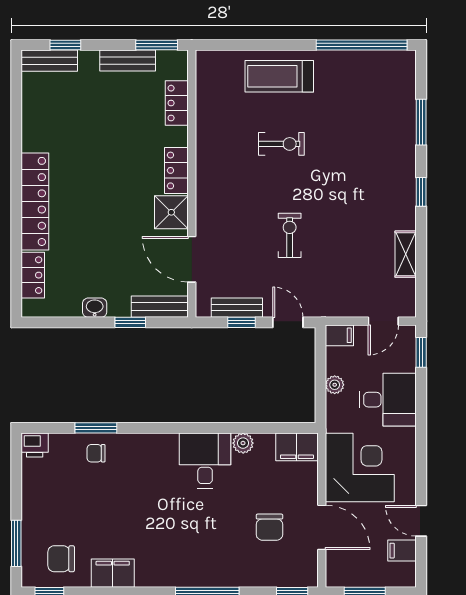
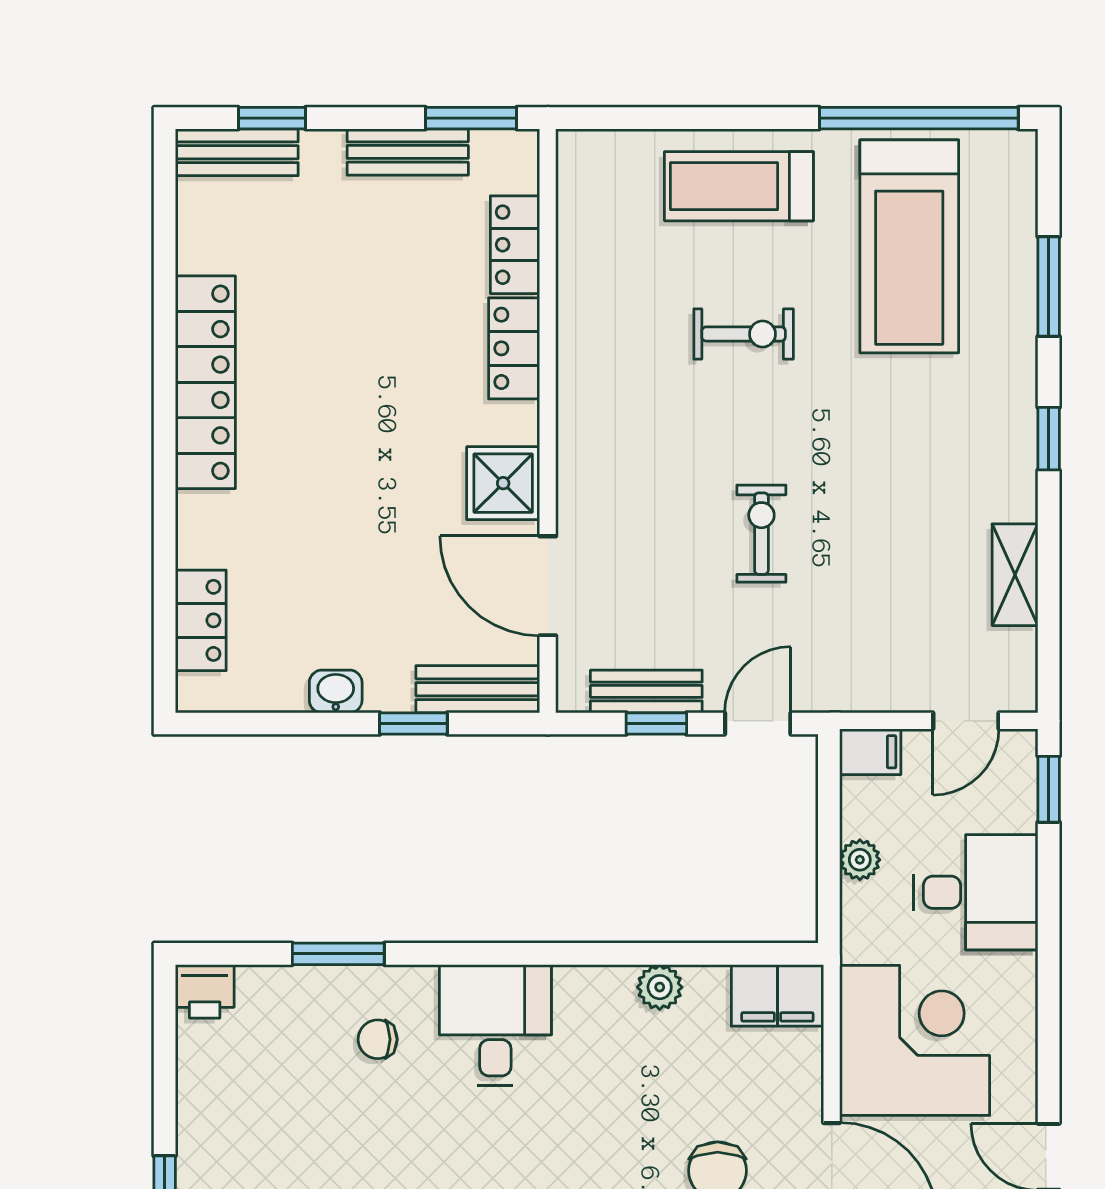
treadmill: (357, 104) -> (909, 246), added
locker: (176, 170) -> (514, 348), moved
locker: (35, 201) -> (205, 382), moved
door: (288, 322) -> (758, 724), hinge flipped
chair: (96, 453) -> (378, 1039), moved
desk: (205, 460) -> (495, 1025), moved

